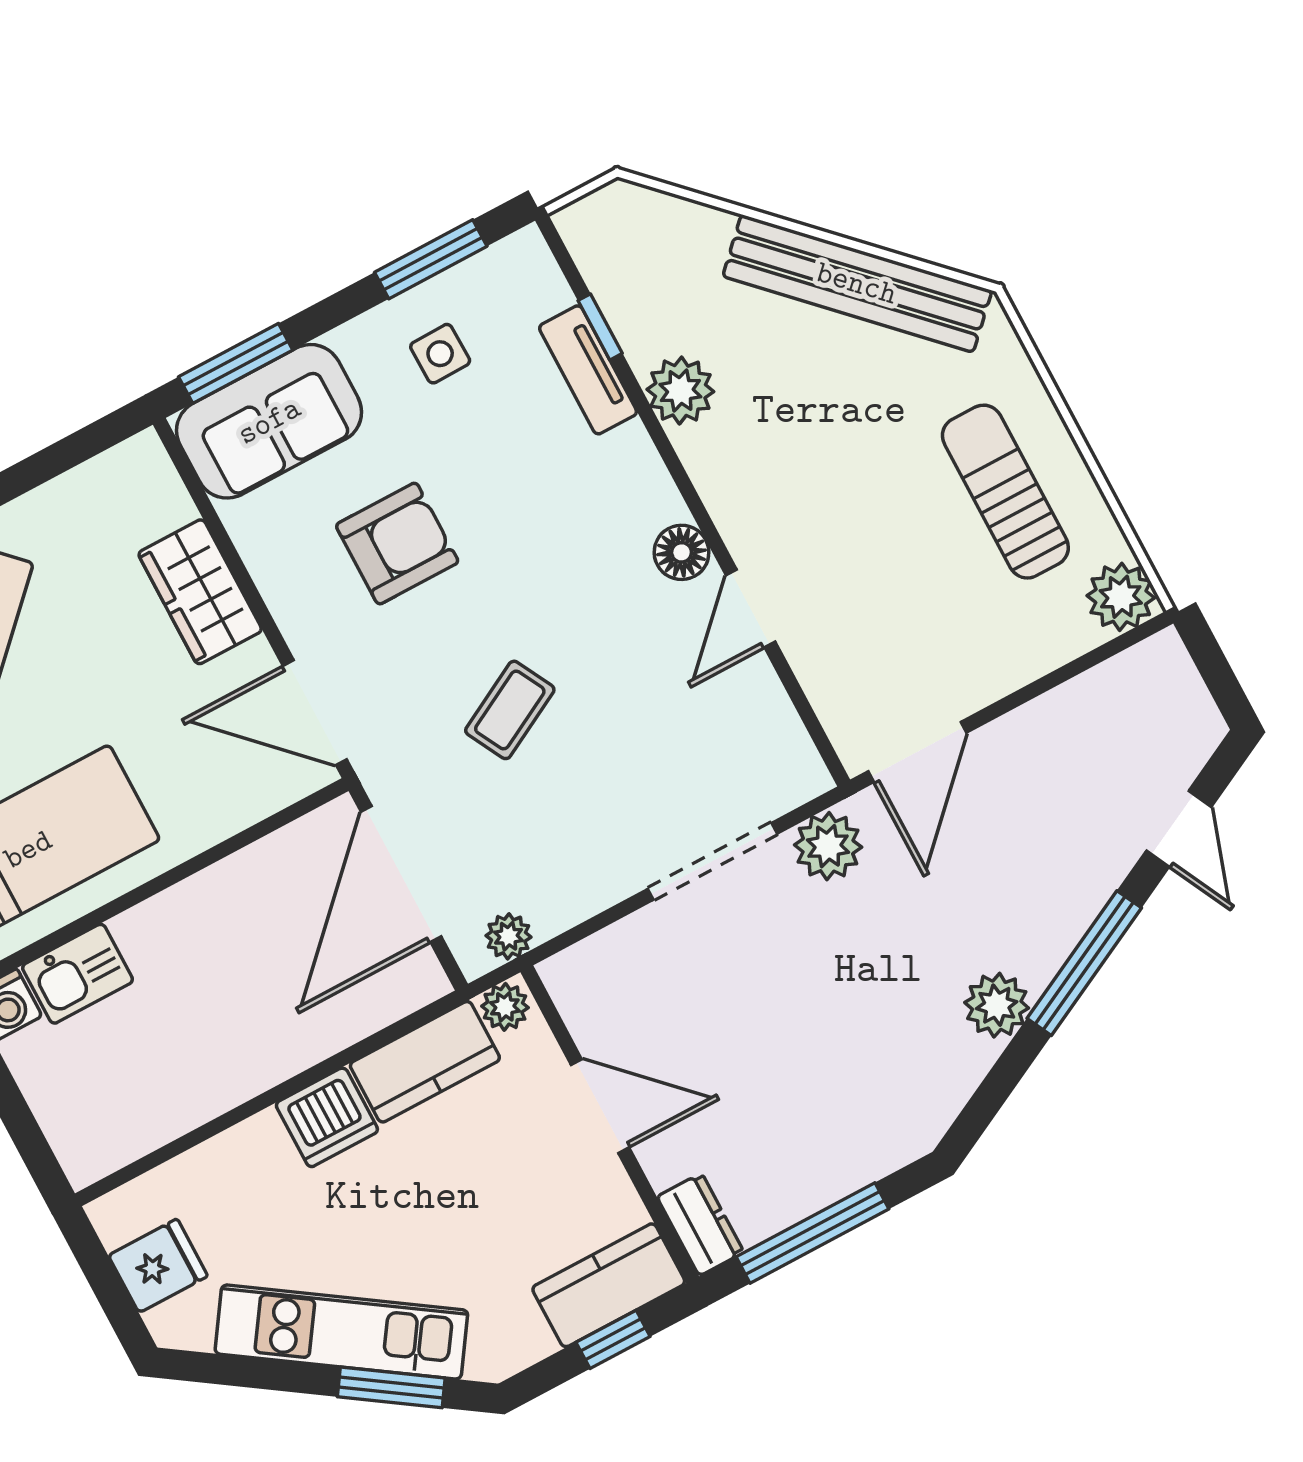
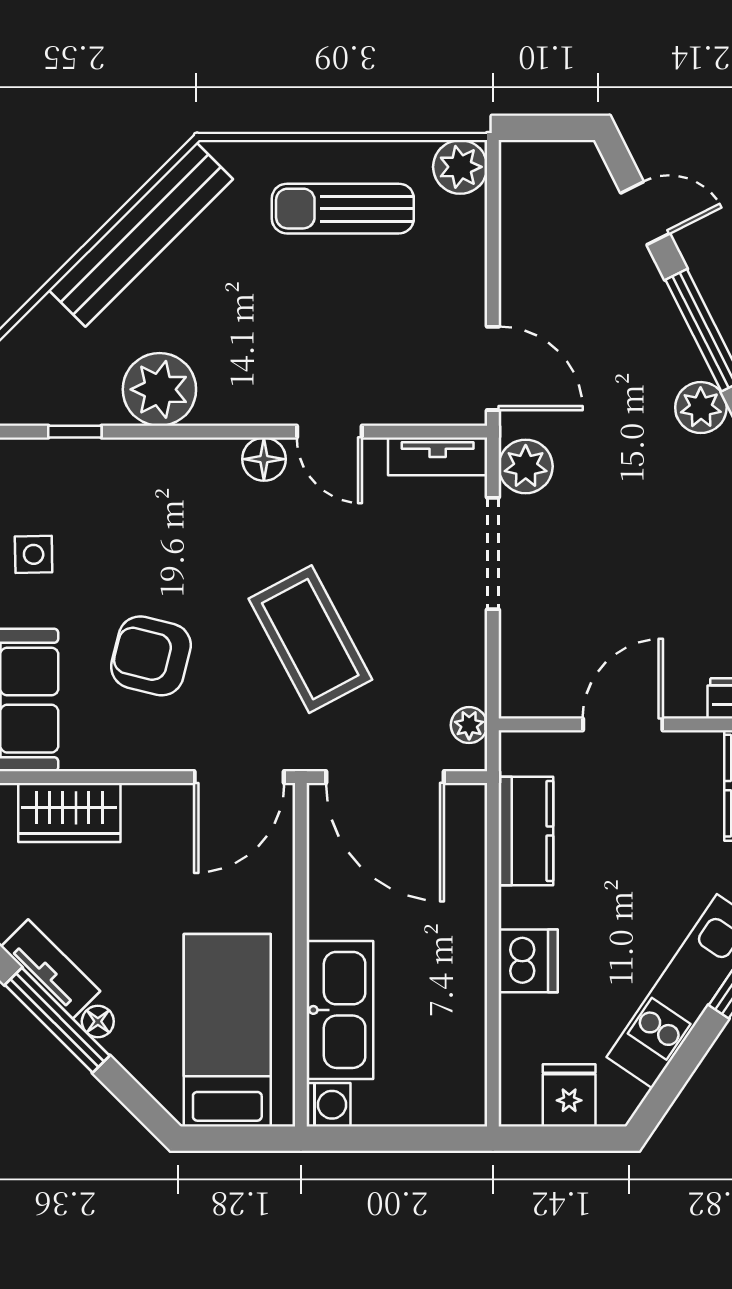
tv unit: (588, 370) -> (438, 456), moved
plant: (680, 391) -> (159, 389), width x1.36, depth x1.36
armchair: (397, 544) -> (151, 656), turned -76
wardrobe: (200, 592) -> (69, 813), moved
coffee table: (510, 710) -> (310, 639), width x1.86, depth x1.72
kitchen sink: (78, 974) -> (340, 1010), width x1.88, depth x1.24
plant: (505, 1007) -> (517, 754), removed
dishwasher: (327, 1117) -> (528, 961), moved

